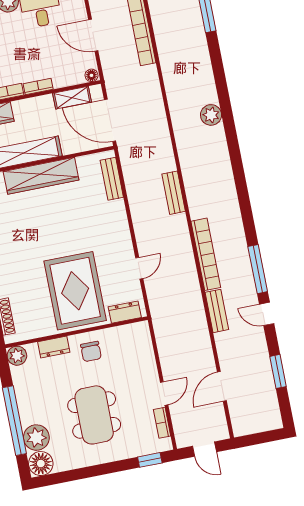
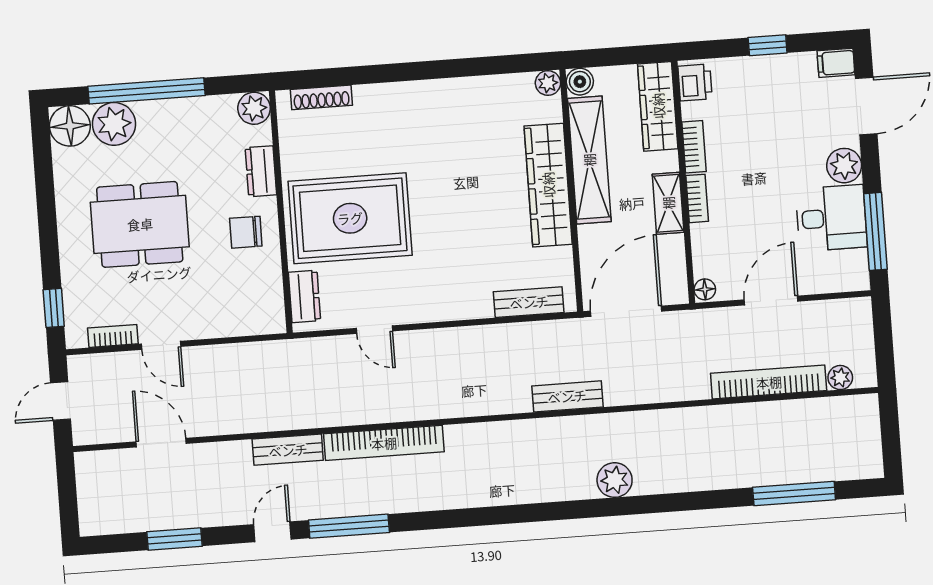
shelving: (72, 98) -> (668, 203), moved
bench: (174, 193) -> (567, 396), moved

